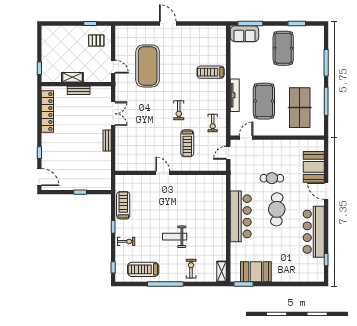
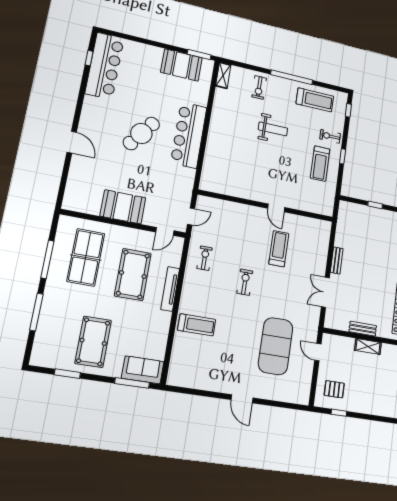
treadmill: (187, 143) -> (279, 249), moved
booth: (314, 167) -> (123, 207), moved, turned 90
cafe table: (272, 178) -> (141, 173), removed
treadmill: (123, 205) -> (320, 164), moved
cafe table: (277, 209) -> (141, 133), turned 34
bar counter: (314, 232) -> (105, 66), moved

